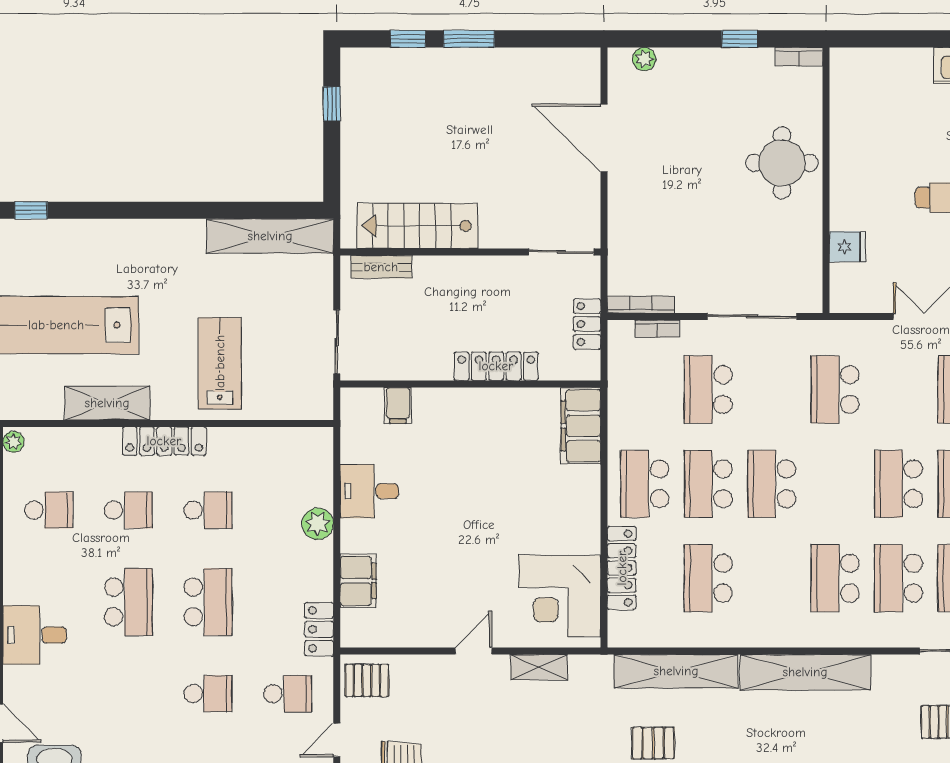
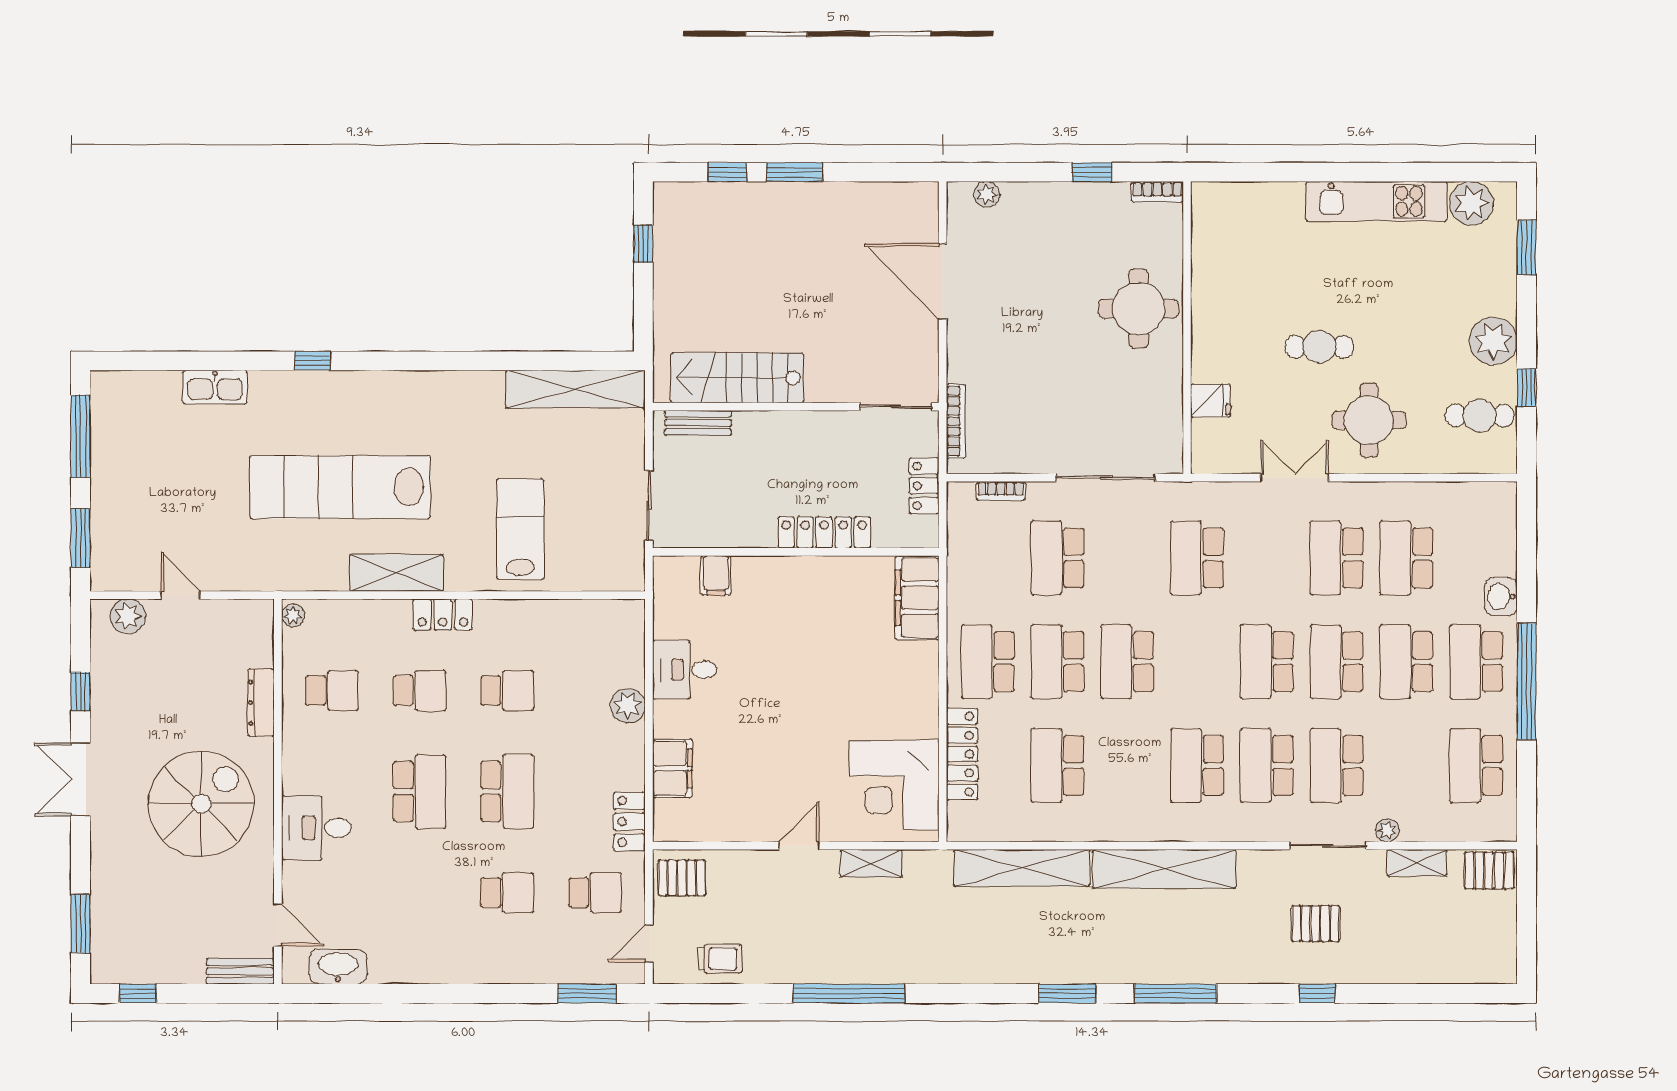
bookcase: (641, 305) -> (956, 421), moved, turned 90
locker: (164, 441) -> (443, 615), width x0.66
pallet: (653, 743) -> (997, 947), removed

